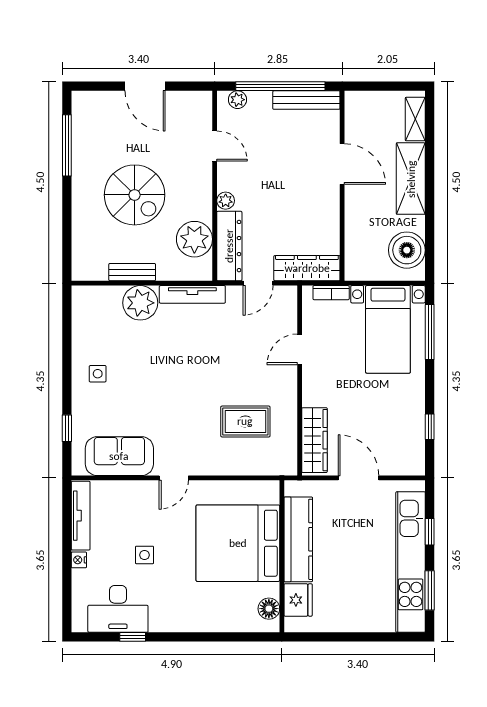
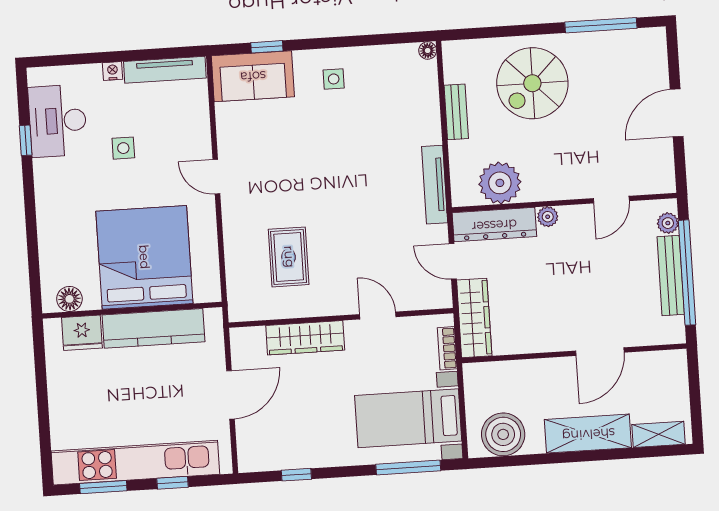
bench: (306, 100) -> (671, 275), moved
spiral stairs: (135, 195) -> (532, 83), moved
floor lamp: (79, 293) -> (428, 51), added
plant: (140, 303) -> (421, 124), removed
wardrobe: (315, 440) -> (305, 338), moved
sofa: (119, 456) -> (253, 76), moved, turned 90

